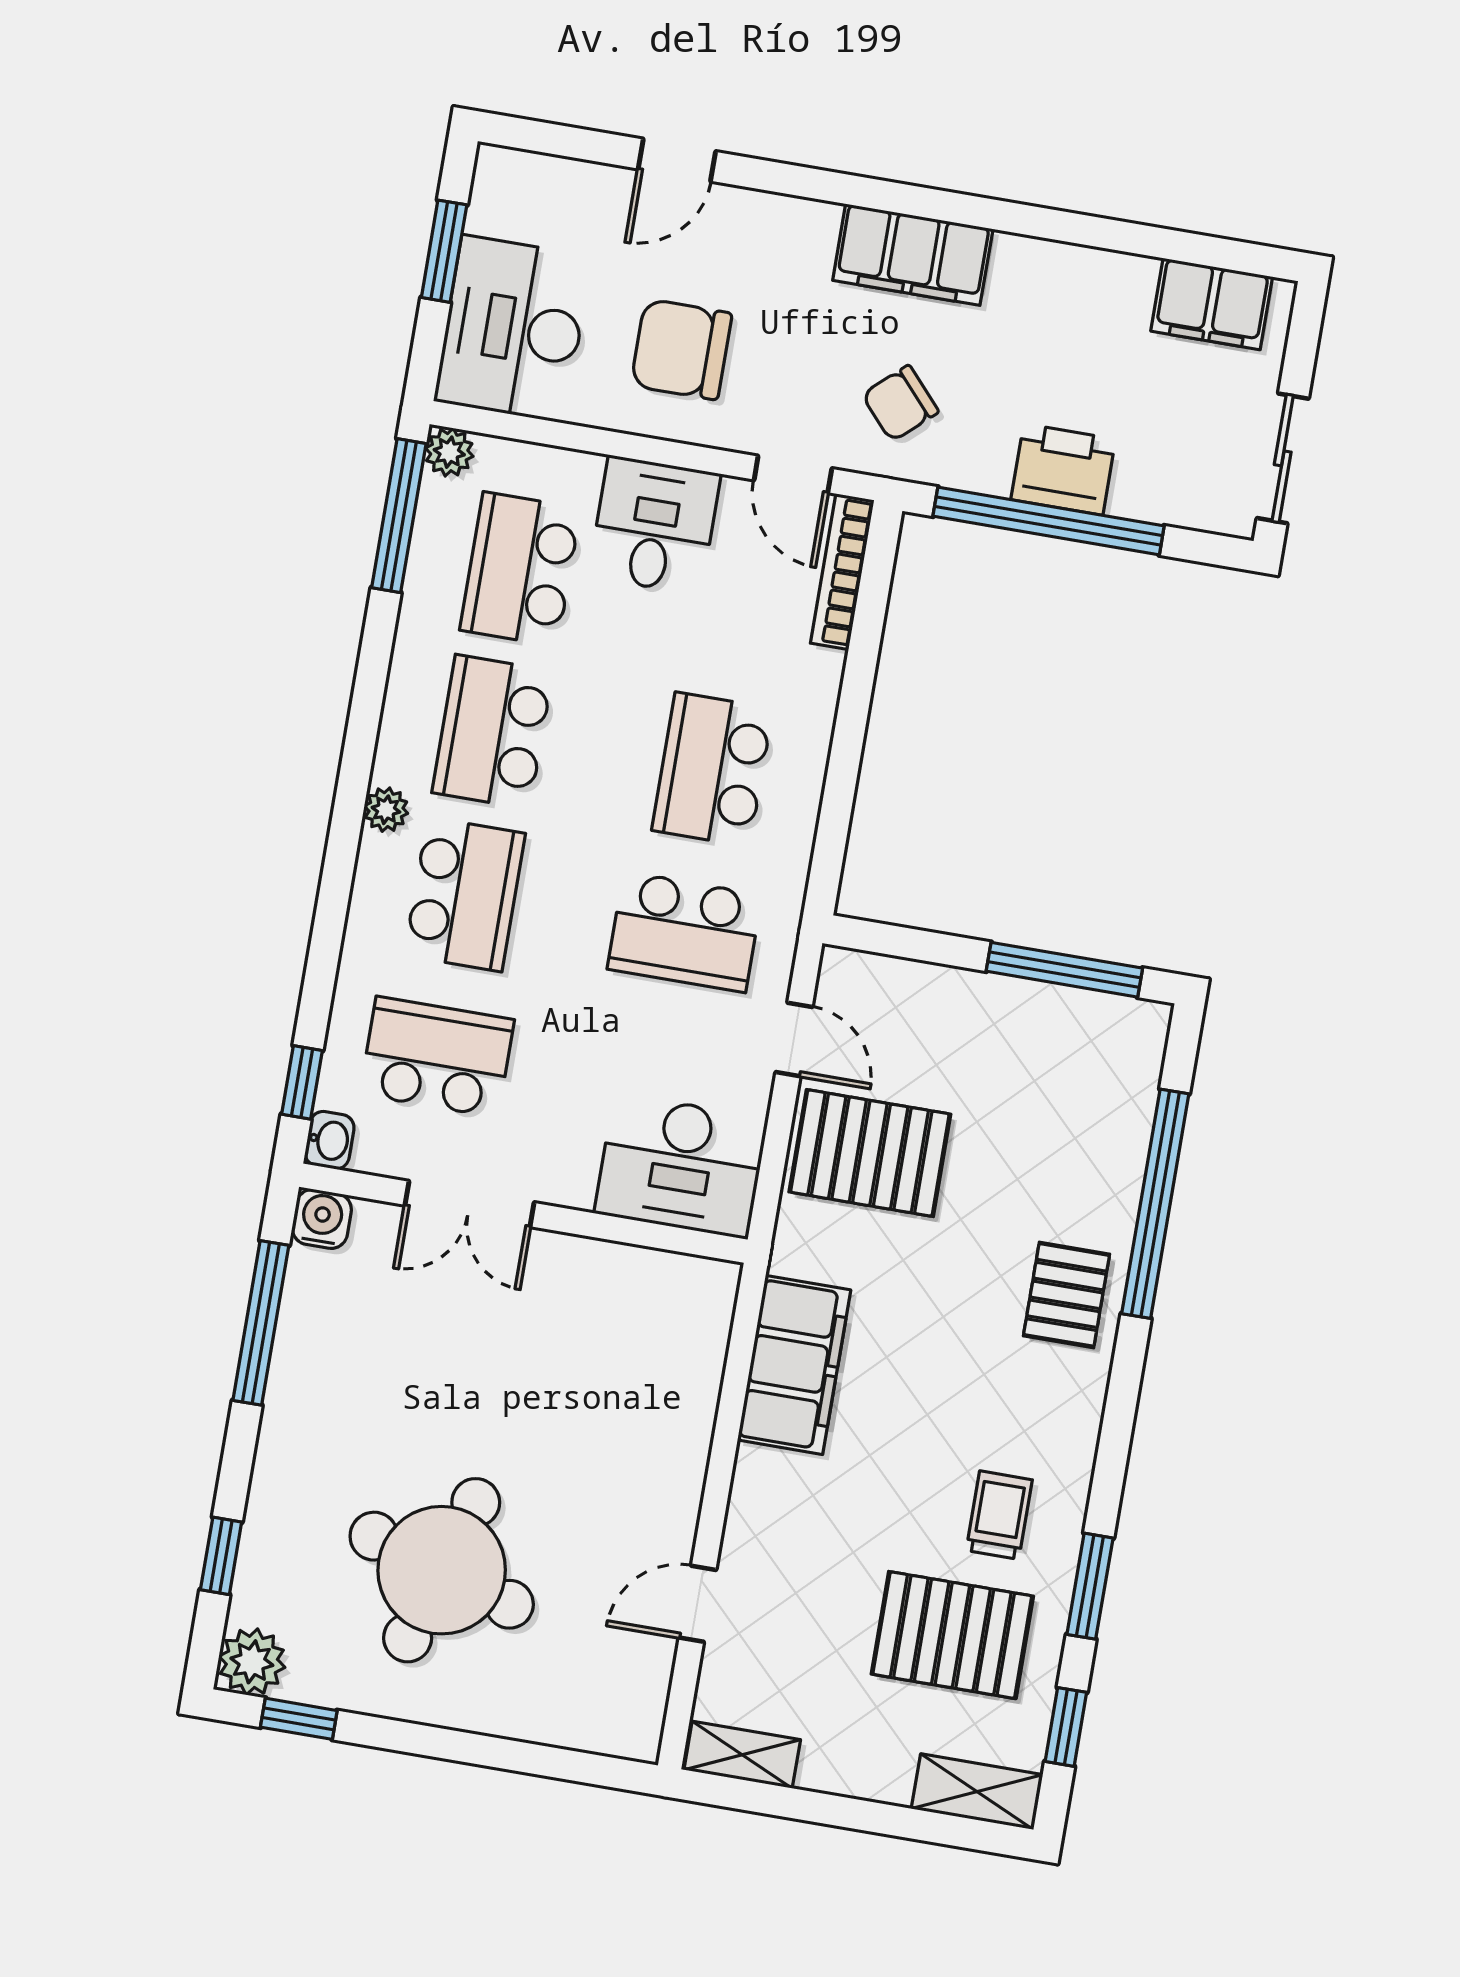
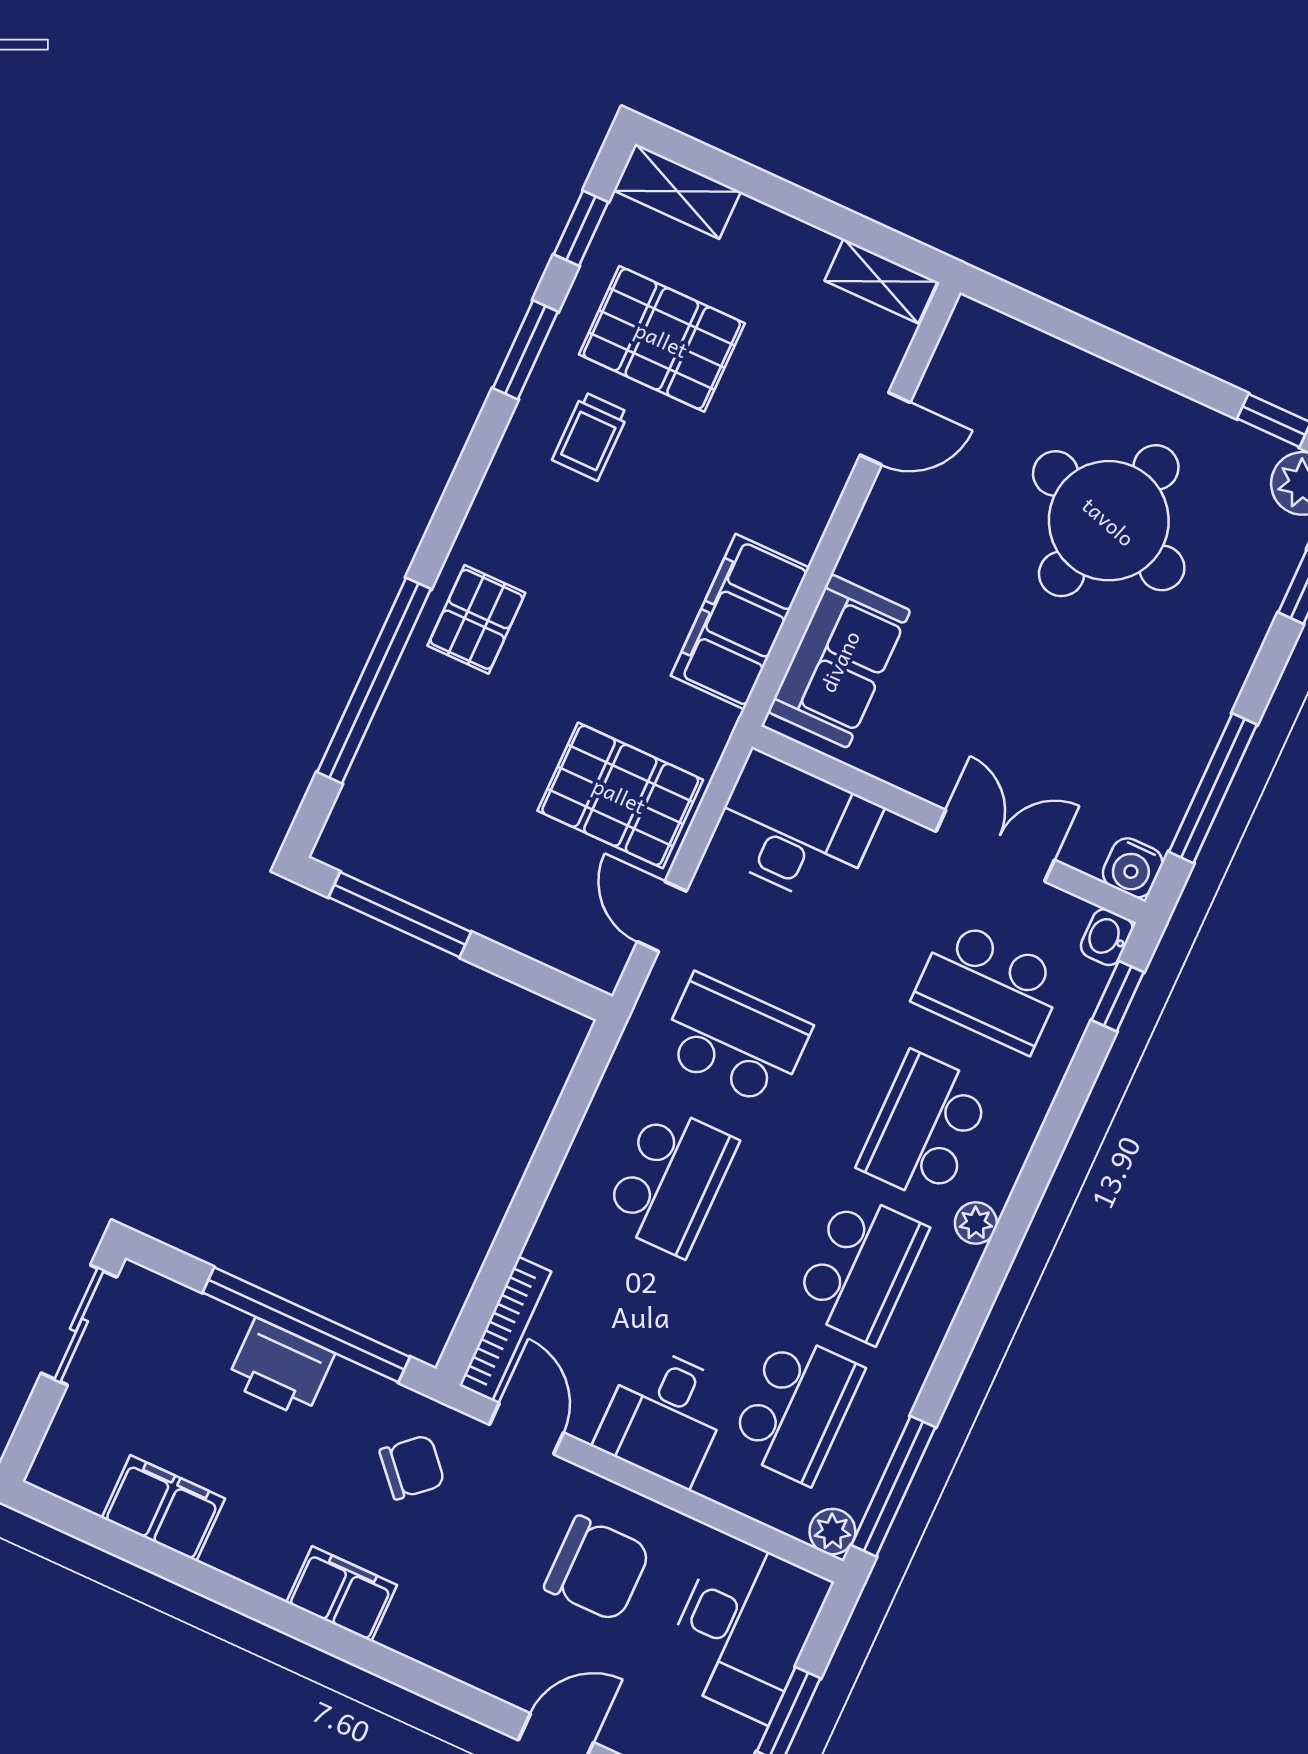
filing cabinet: (913, 255) -> (342, 1594), width x0.67, depth x0.86
filing cabinet: (1212, 304) -> (163, 1508), moved
sofa: (681, 1351) -> (839, 661), added

